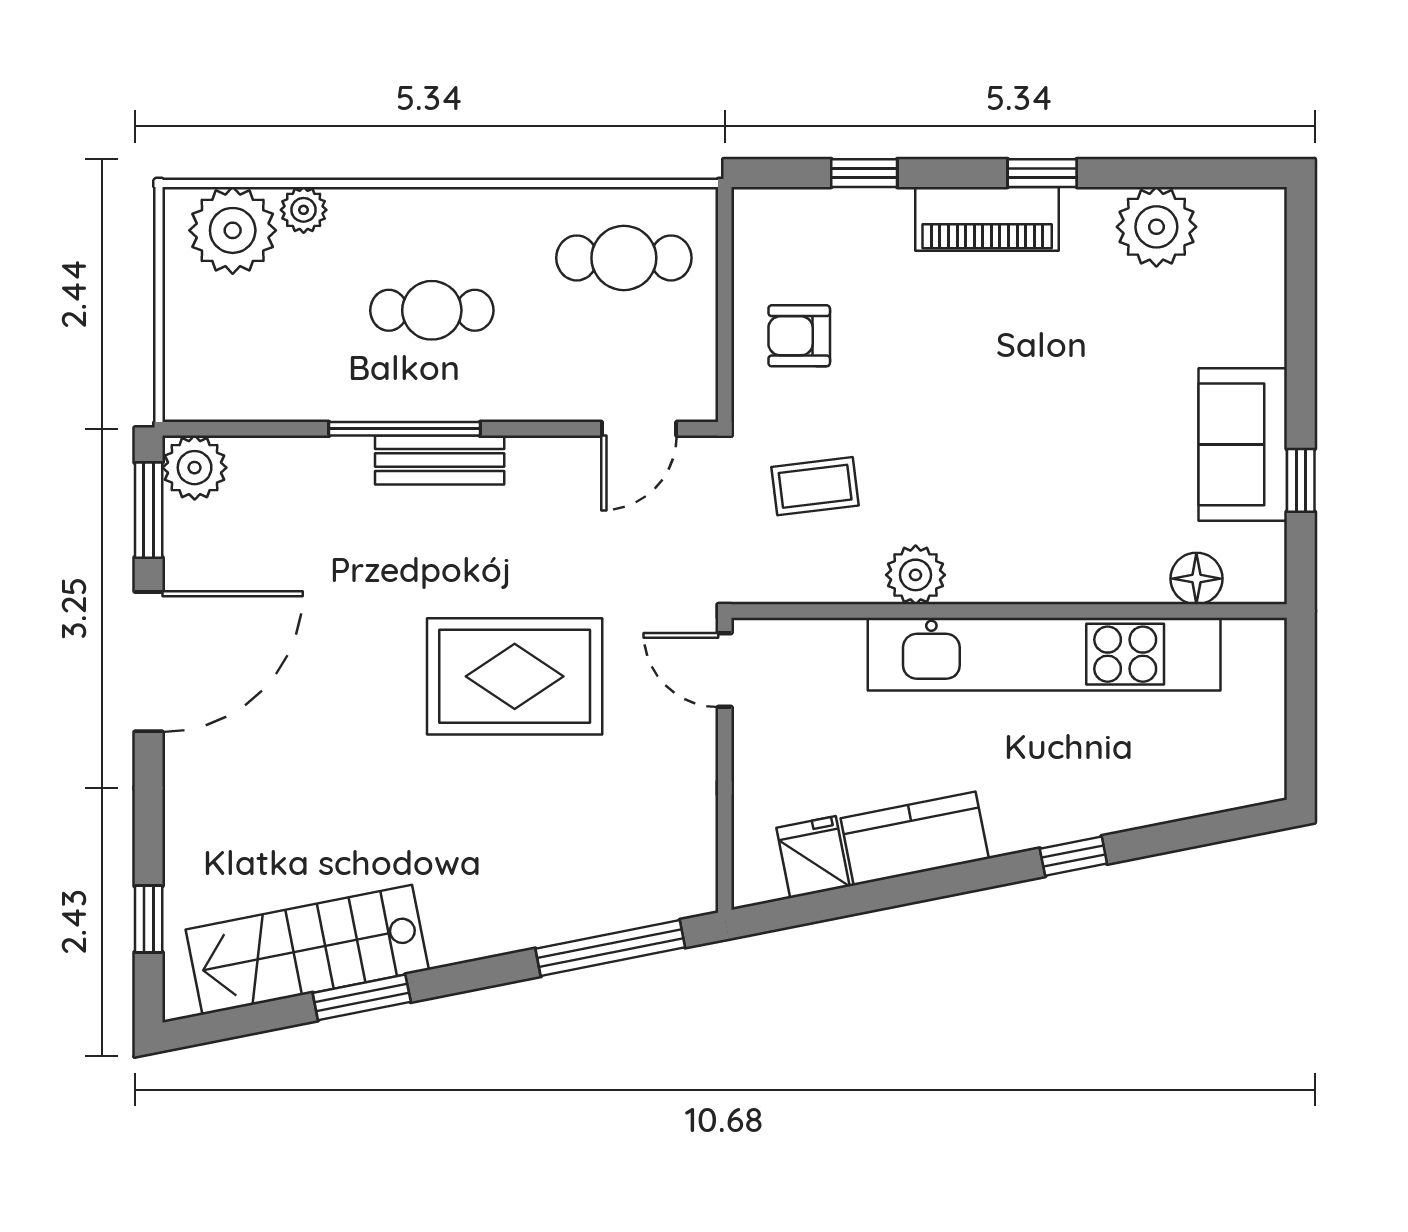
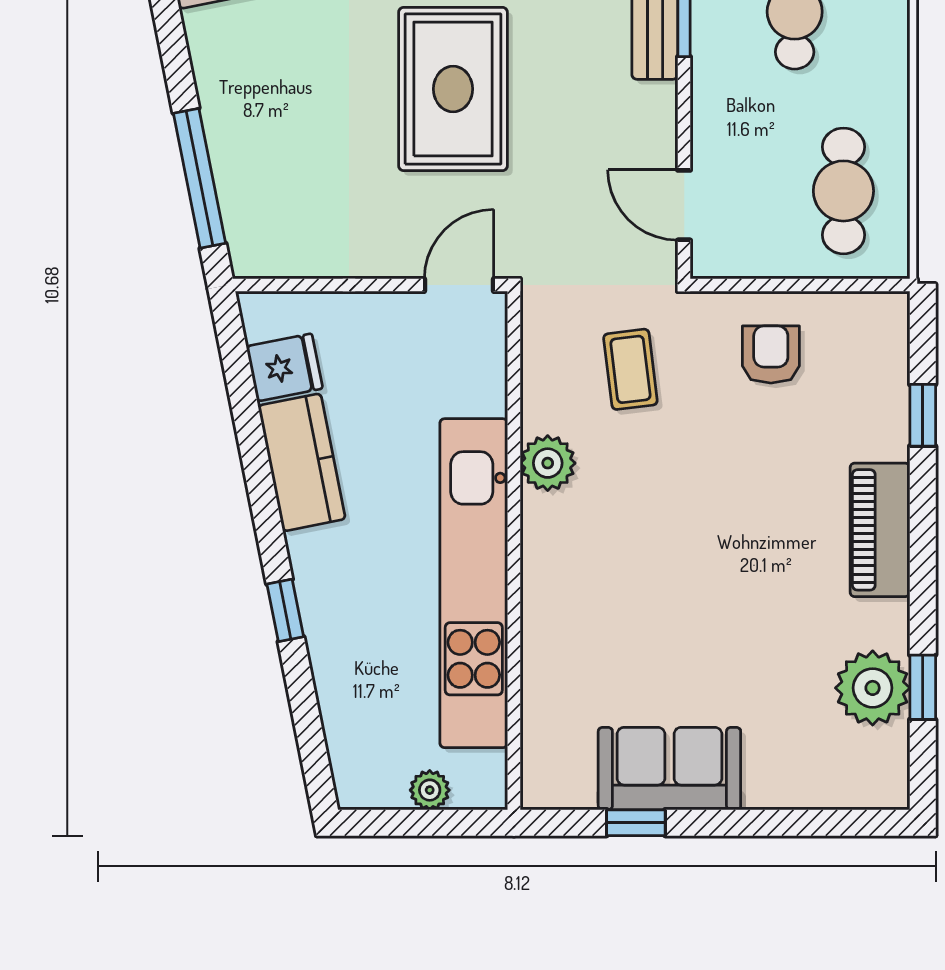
window: (1042, 173) -> (923, 687), moved
floor lamp: (1196, 579) -> (544, 725), removed
plant: (1266, 701) -> (430, 790), added

